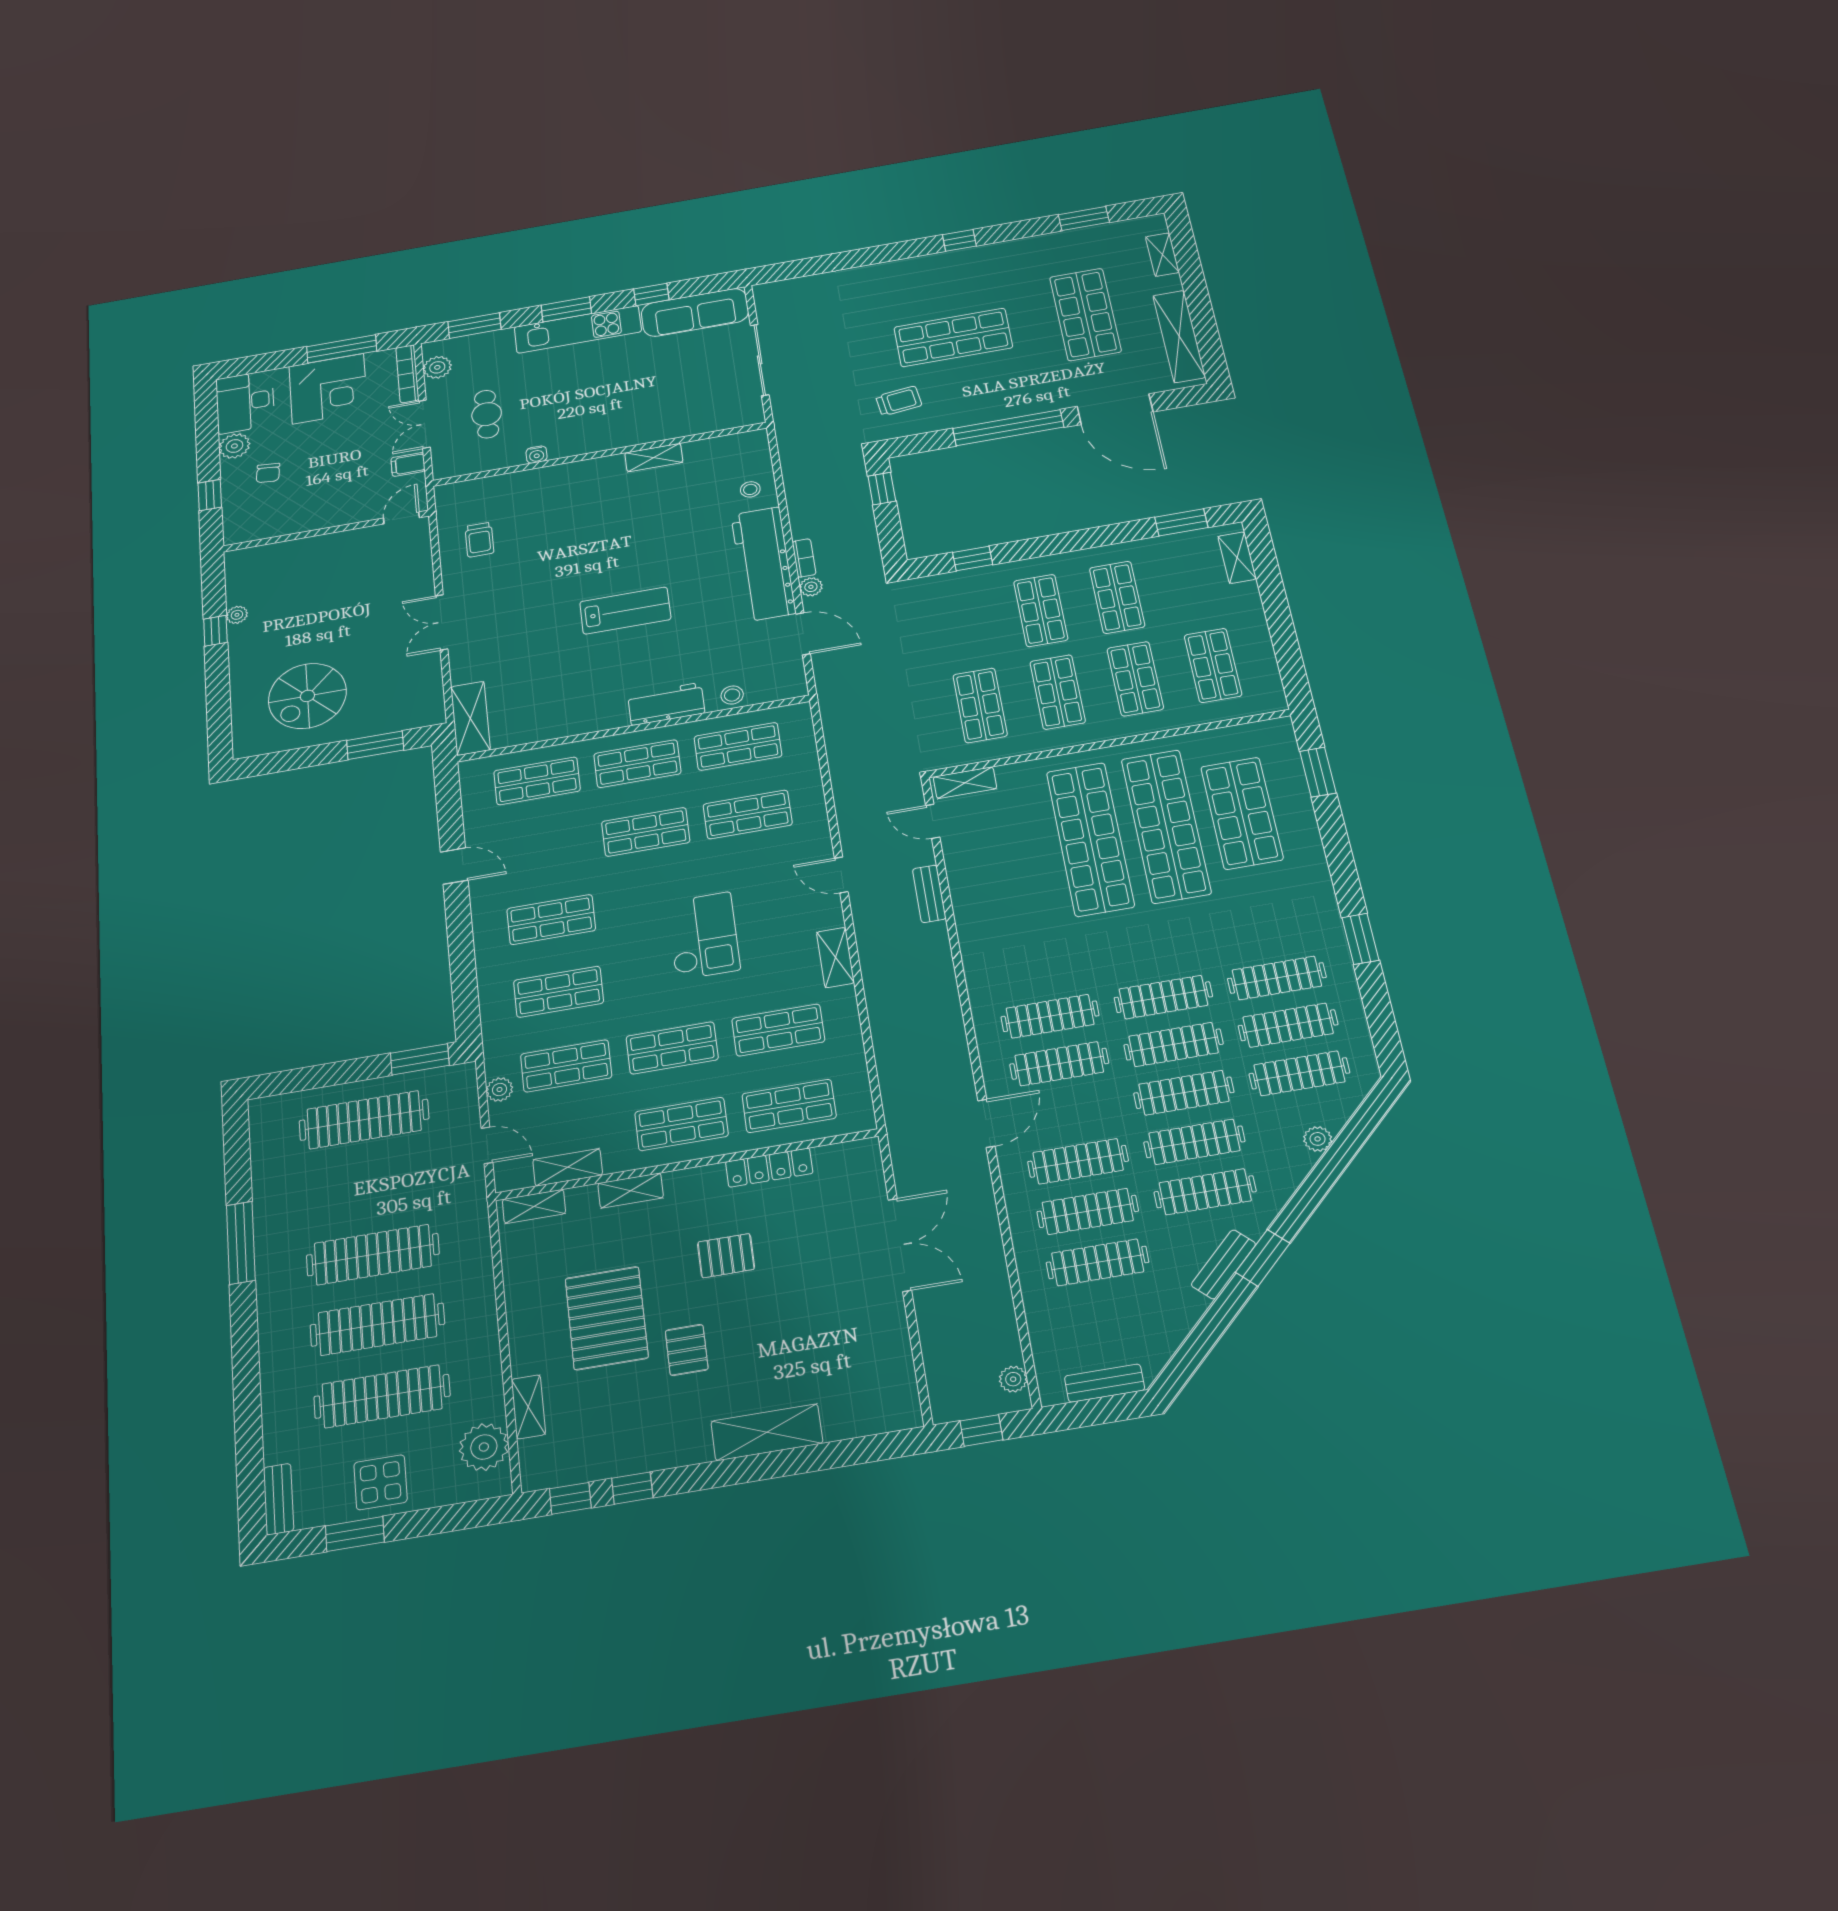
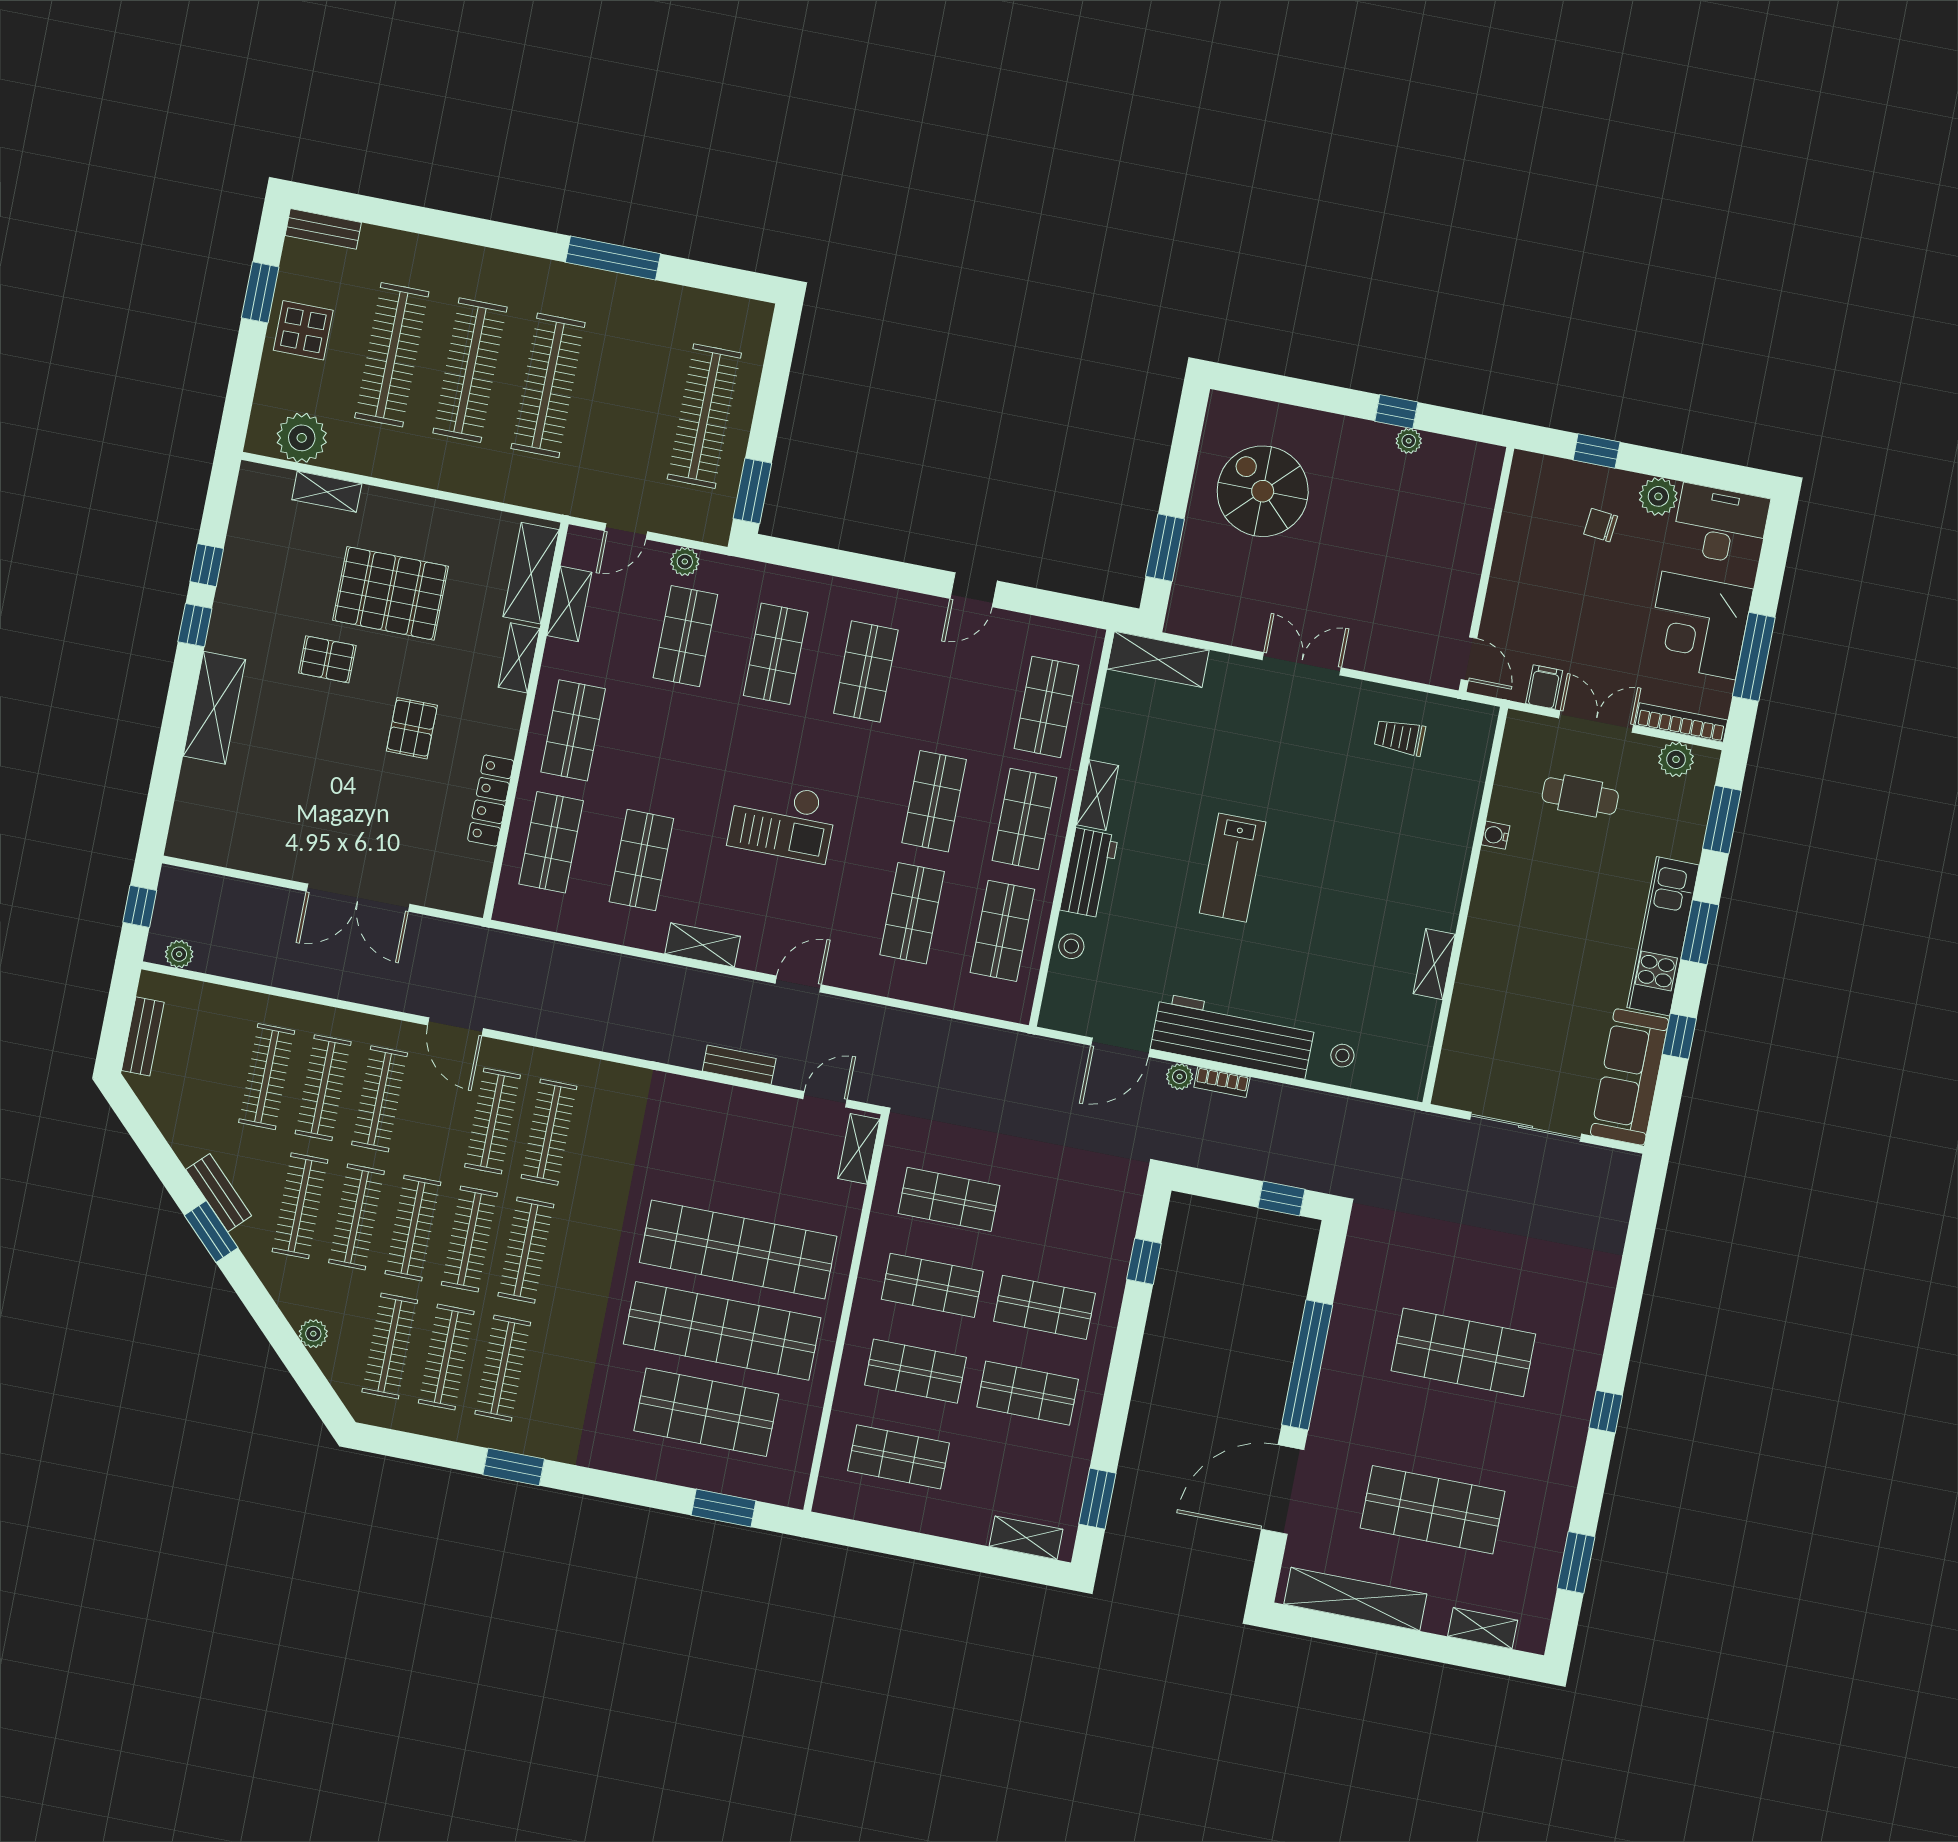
shop shelf: (953, 337) -> (1463, 1352), turned 90
trolley: (899, 401) -> (1398, 1260), removed
shelving: (599, 721) -> (1097, 795), added
shop shelf: (672, 1048) -> (663, 748), removed
shelving: (534, 1206) -> (531, 573), width x1.50, depth x1.33
window: (570, 1498) -> (195, 625), moved

